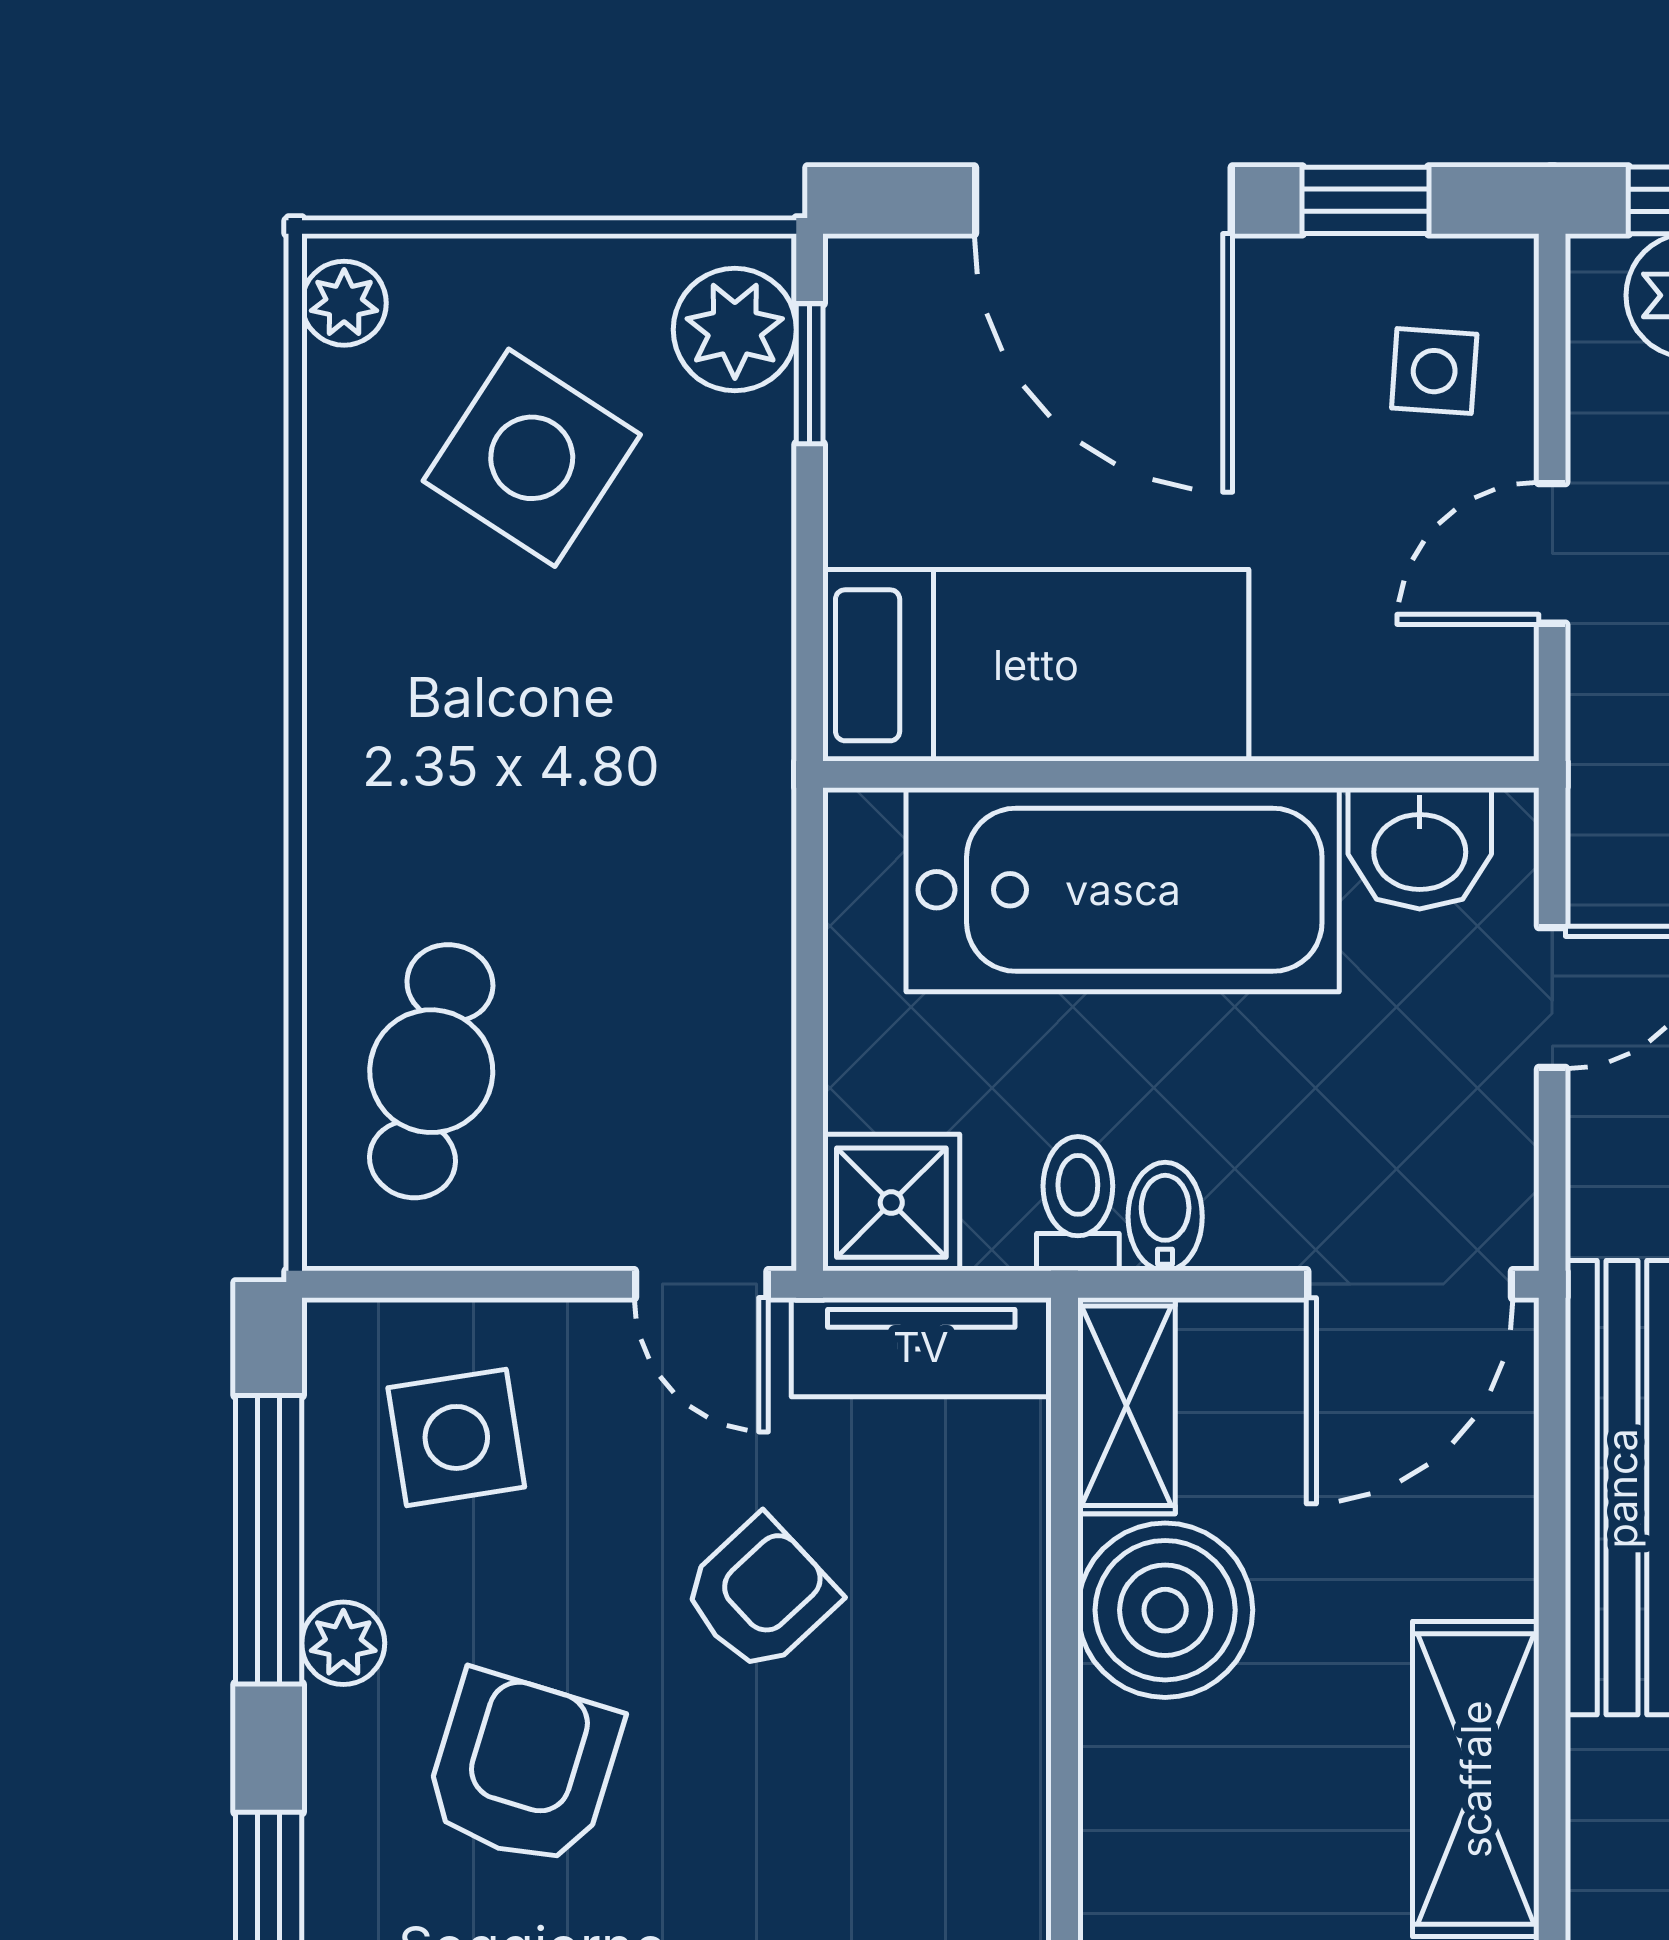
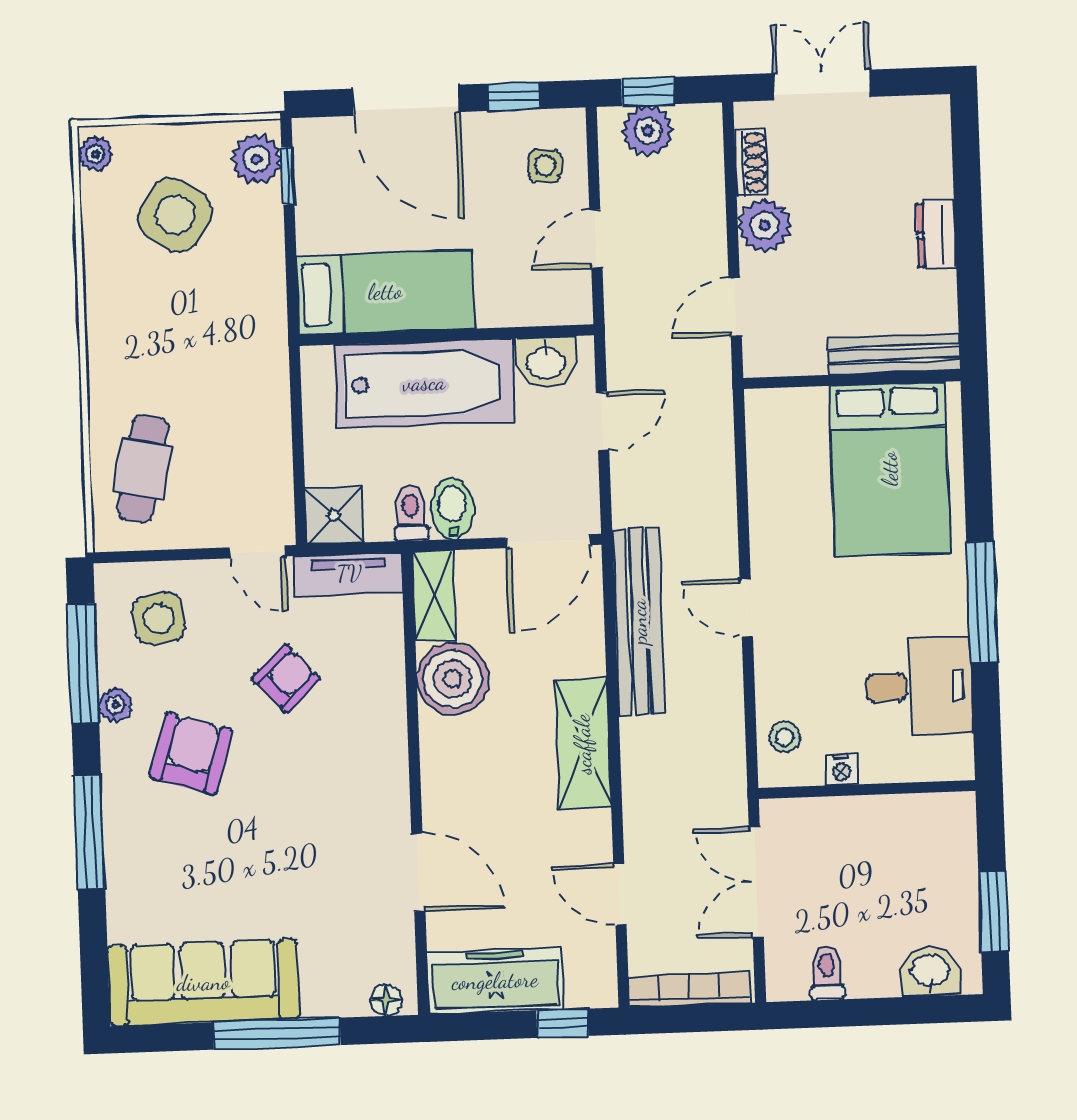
bidet: (1165, 1217) -> (452, 509), width x1.38, depth x1.36

